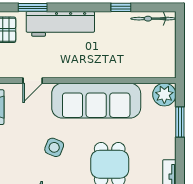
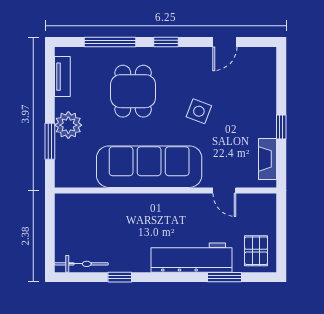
door: (33, 81) -> (224, 190), swing flipped
plant: (164, 95) -> (68, 125), moved

